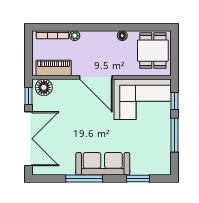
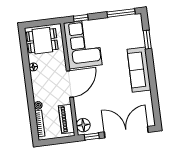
window: (174, 135) -> (121, 13), moved
window: (84, 179) -> (153, 83), removed

